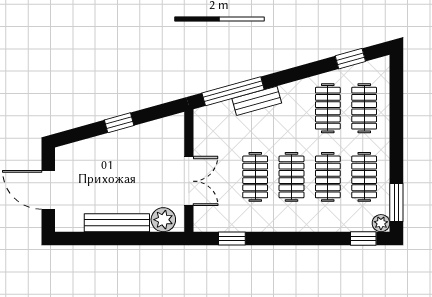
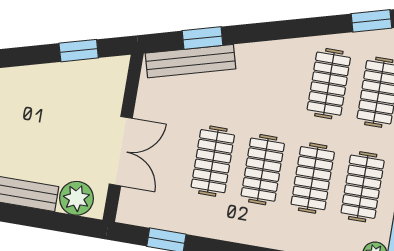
window: (233, 91) -> (203, 38), width x0.46
bench: (257, 101) -> (191, 61), moved, width x1.36
window: (119, 123) -> (79, 51), moved

